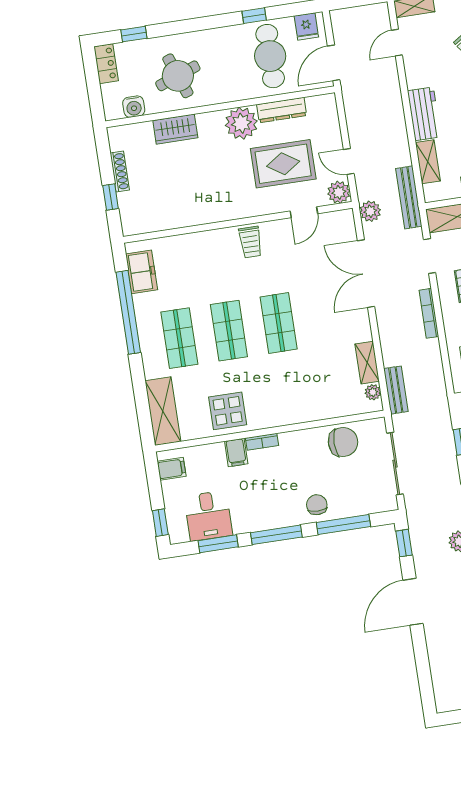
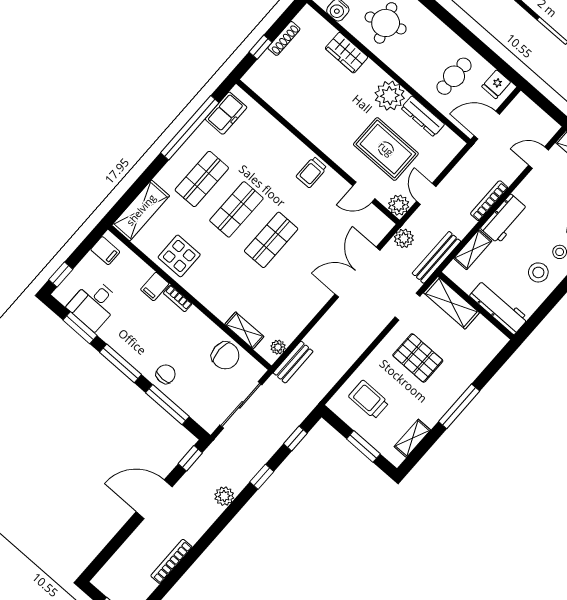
window: (254, 16) -> (473, 41), removed
cafe table: (270, 56) -> (454, 76), width x0.73, depth x0.74
bookcase: (429, 313) -> (489, 201), moved
shelving: (367, 363) -> (244, 330), moved, turned 90

